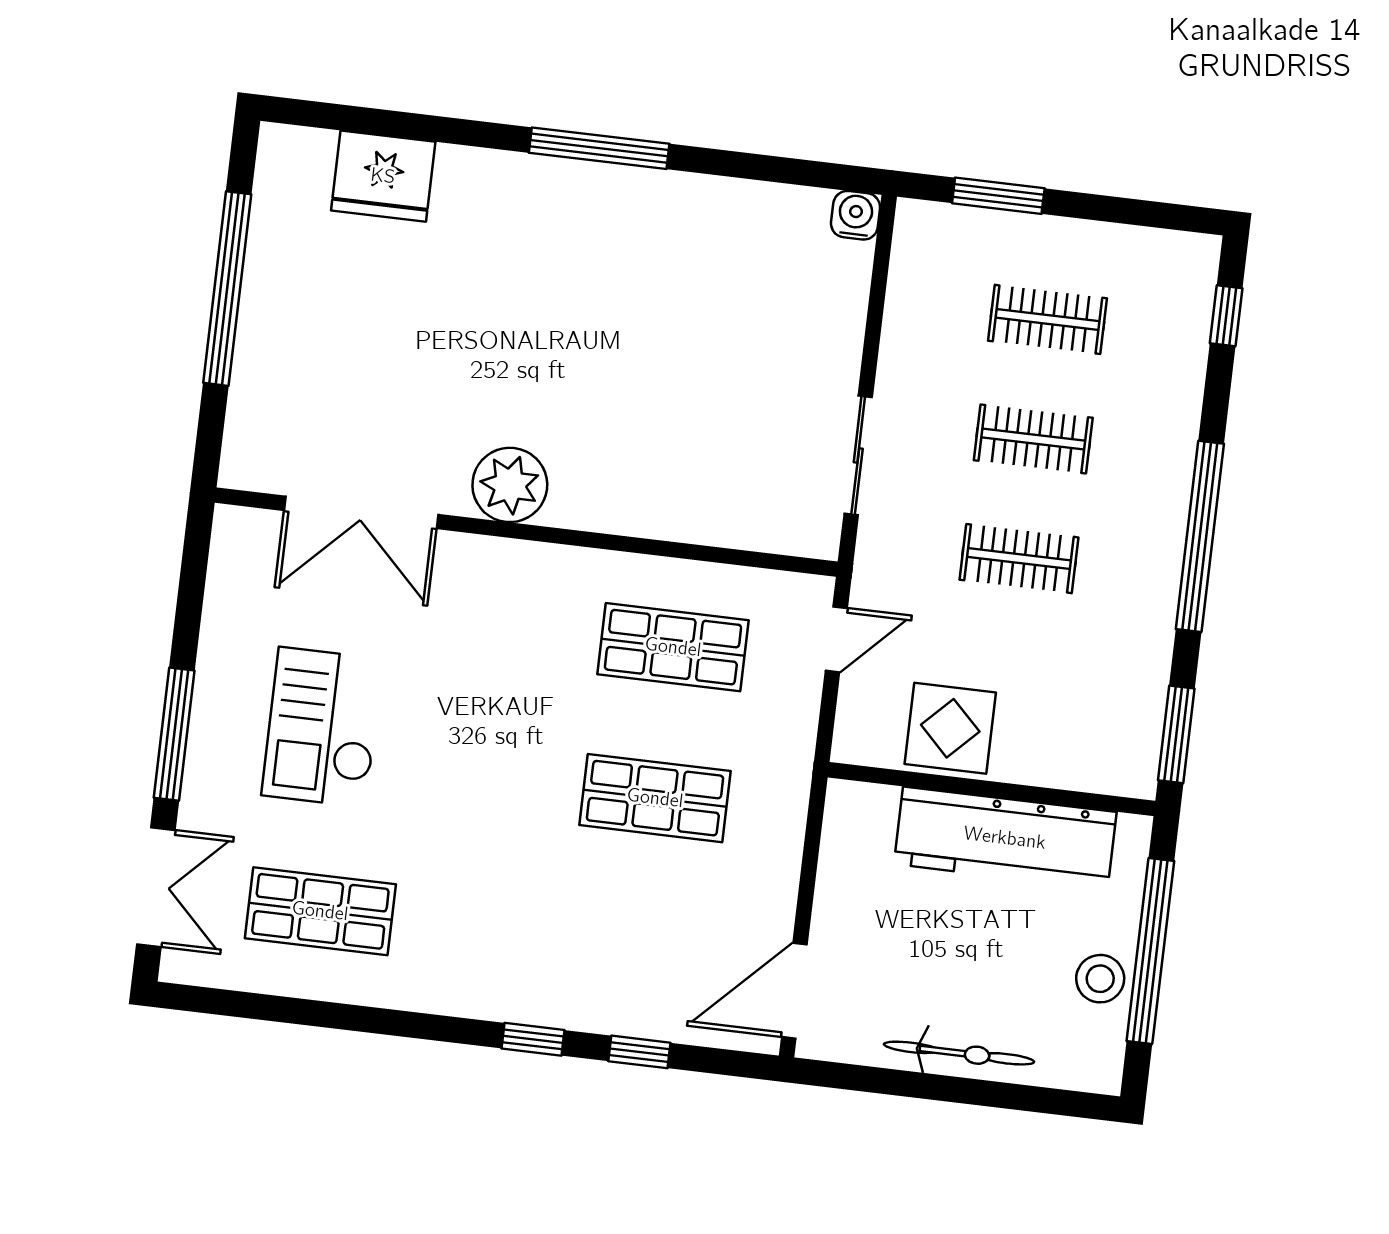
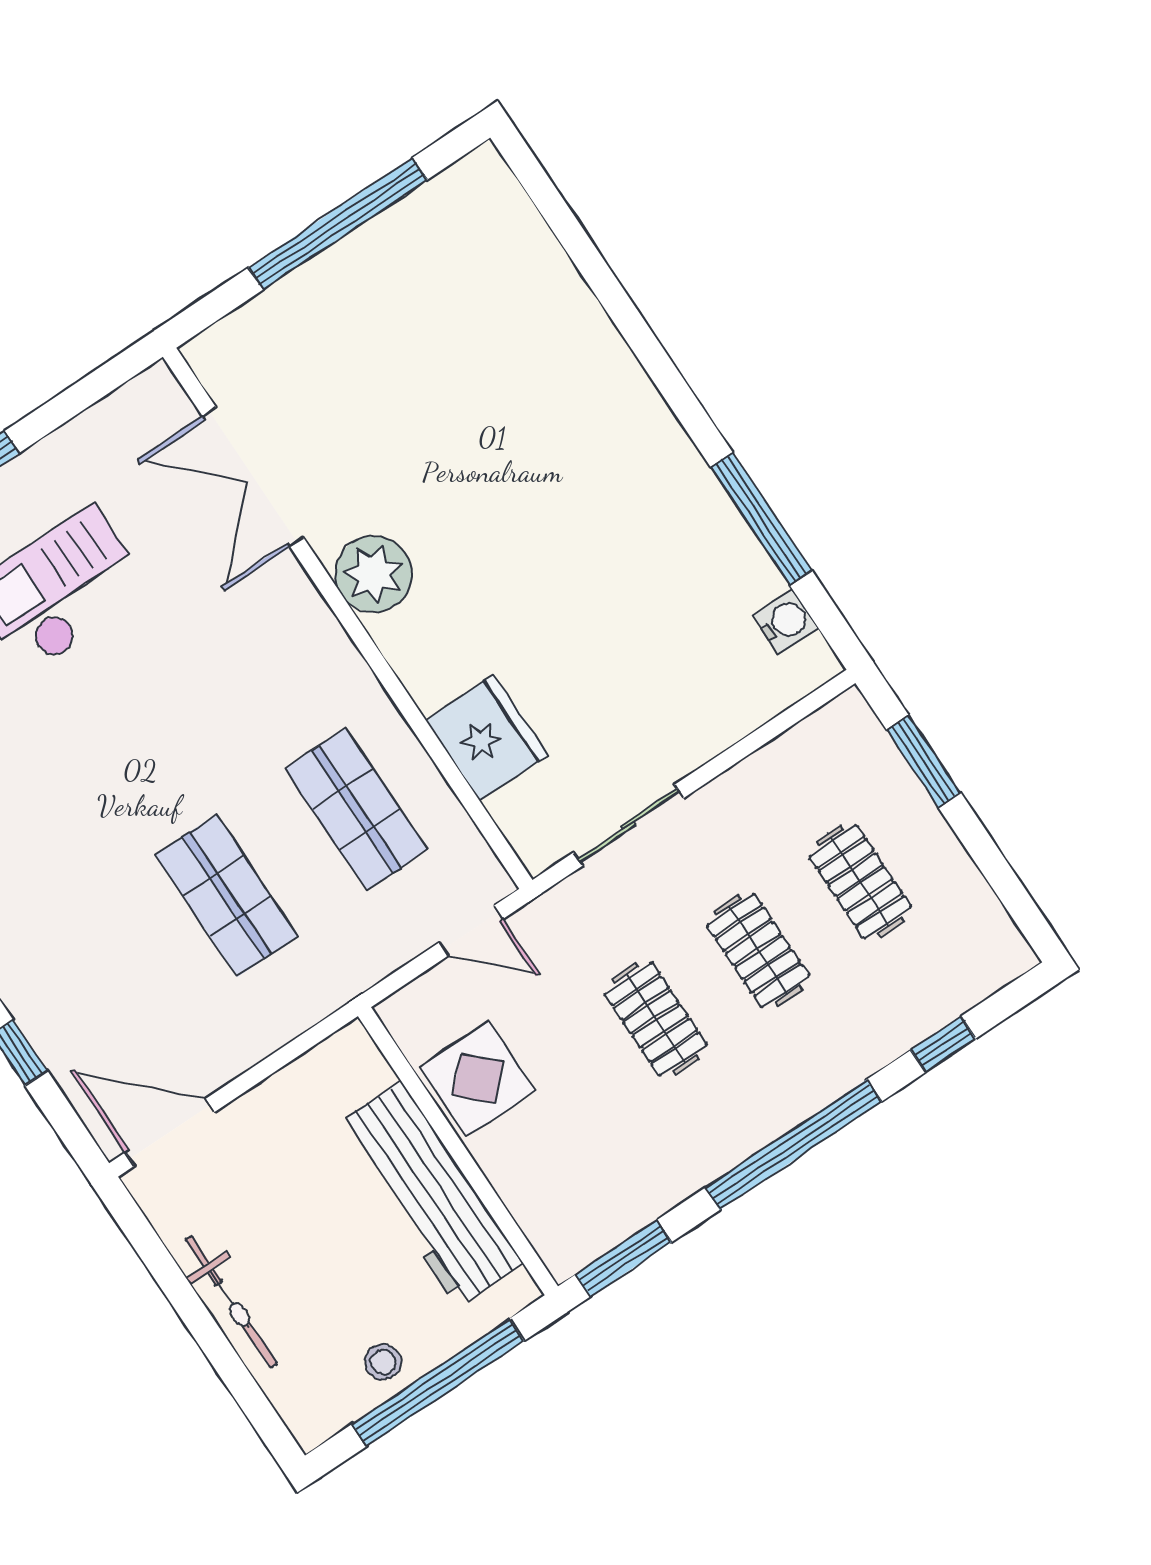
window: (599, 148) -> (761, 519), moved
fridge: (383, 176) -> (487, 738), moved, turned 180
water cooler: (856, 215) -> (785, 621), moved
window: (1226, 316) -> (943, 1044), moved
stool: (1100, 979) -> (383, 1362), width x0.73, depth x0.73

